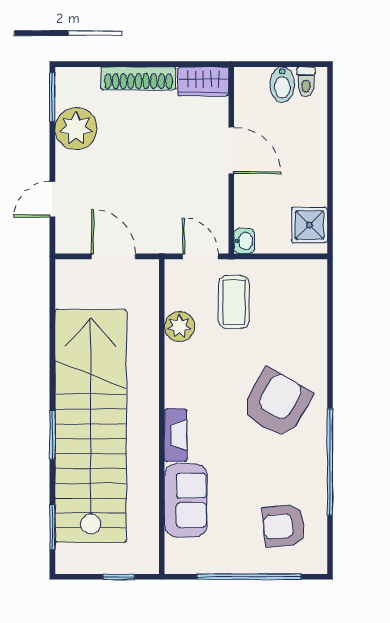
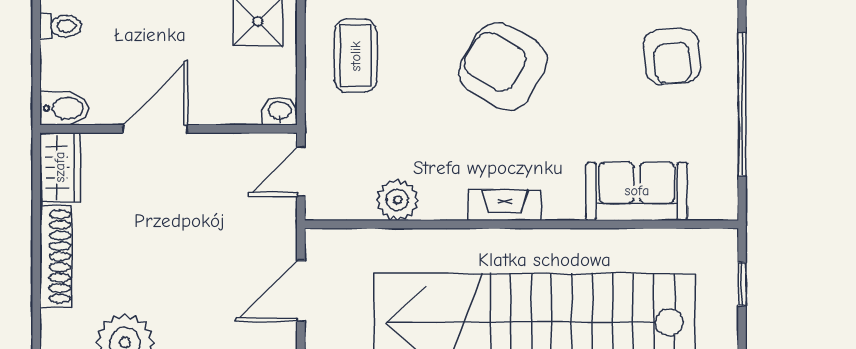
bidet: (282, 85) -> (64, 108), moved
coffee table: (234, 302) -> (356, 56), moved, turned 90
fireplace: (176, 435) -> (505, 205), moved

